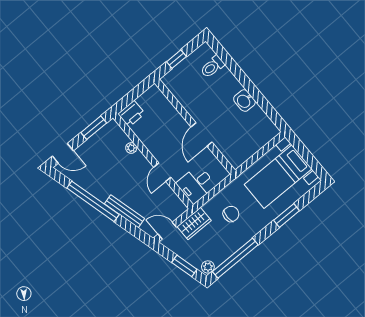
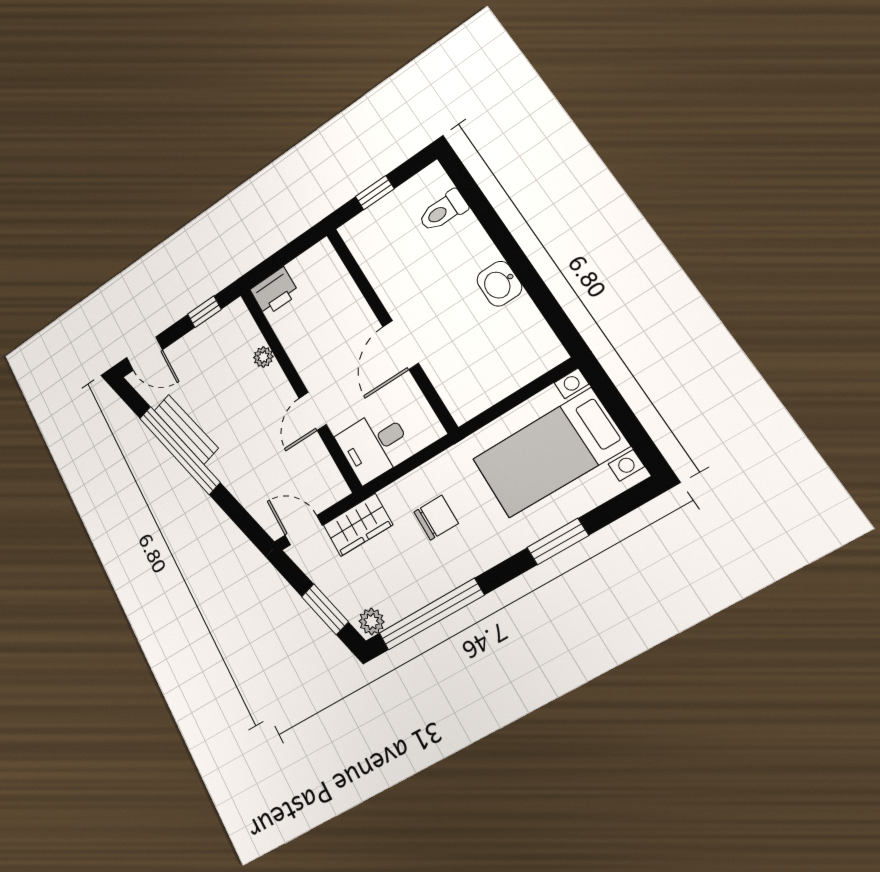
window: (94, 128) -> (204, 312), width x0.67
bench: (125, 211) -> (186, 429), moved

